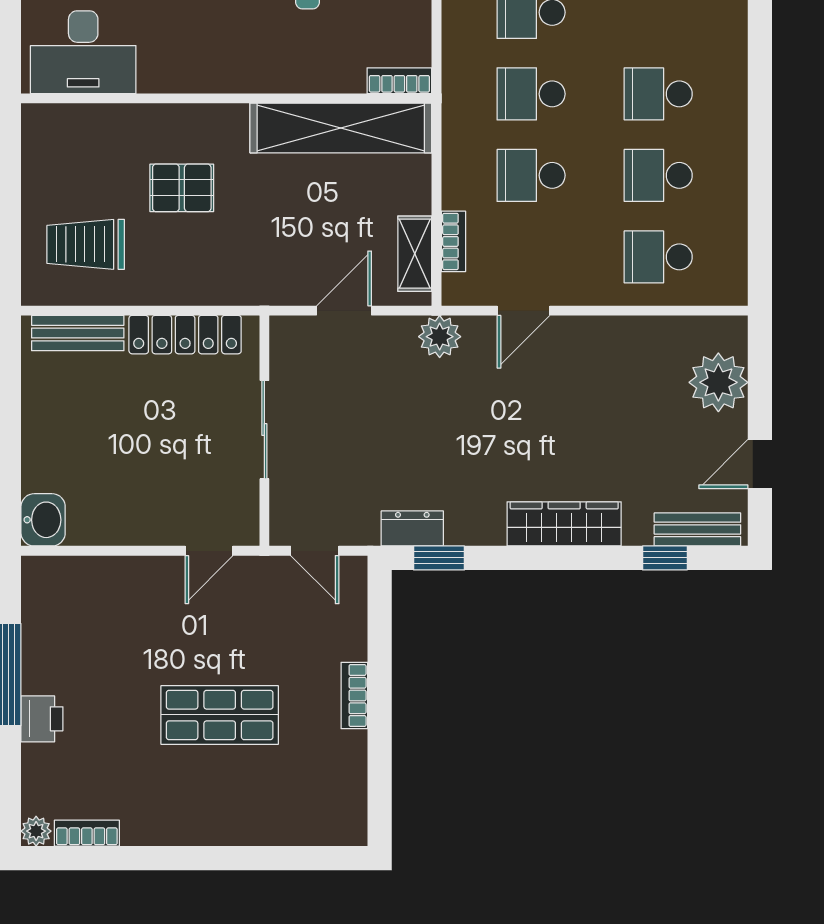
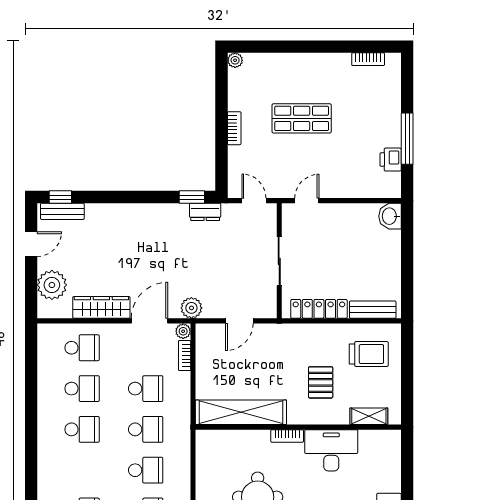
desk: (83, 52) -> (331, 450), moved
bookcase: (399, 81) -> (287, 436), moved
pallet: (182, 188) -> (321, 382), turned 90
shelving: (415, 254) -> (369, 416), moved, turned 90
plant: (456, 290) -> (183, 331), added
door: (524, 311) -> (149, 321), width x1.38
wardrobe: (564, 524) -> (101, 307), moved, turned 180
window: (665, 558) -> (60, 197), moved
printer: (42, 719) -> (391, 160), moved
plant: (36, 831) -> (235, 60), moved

